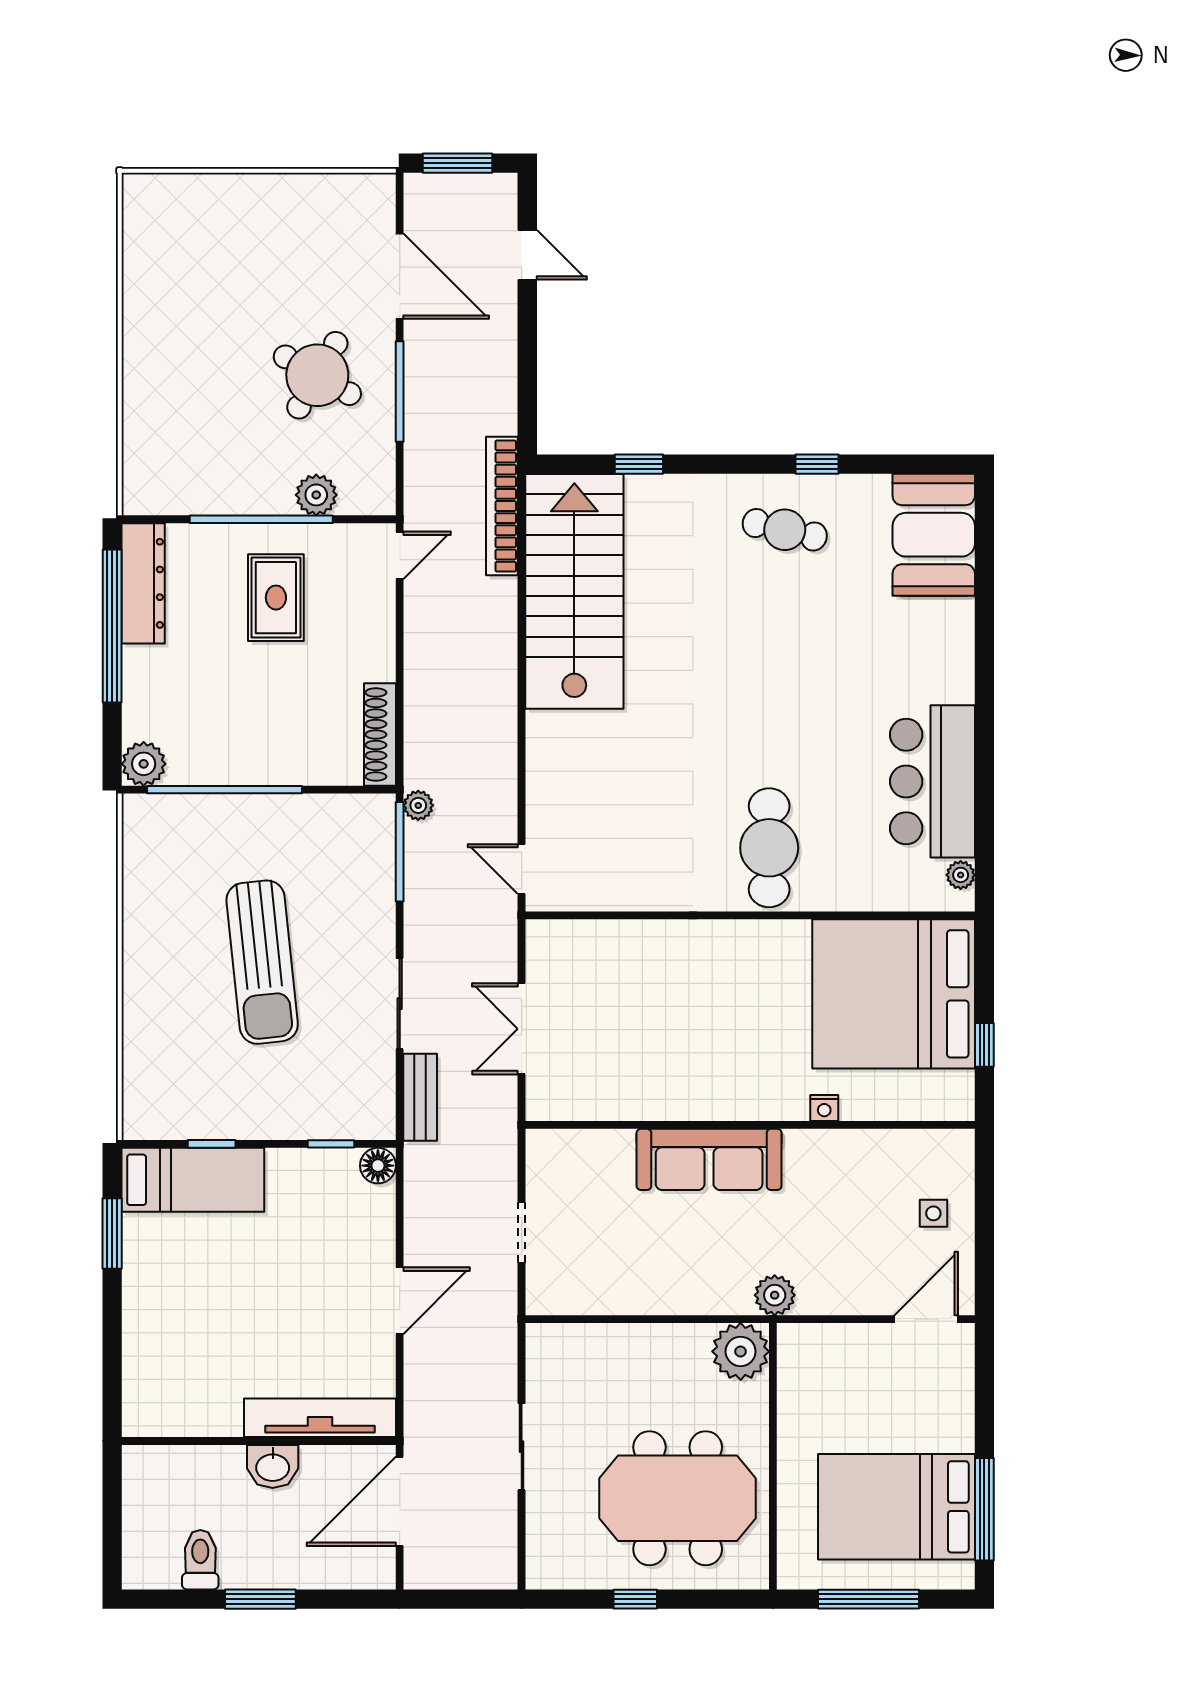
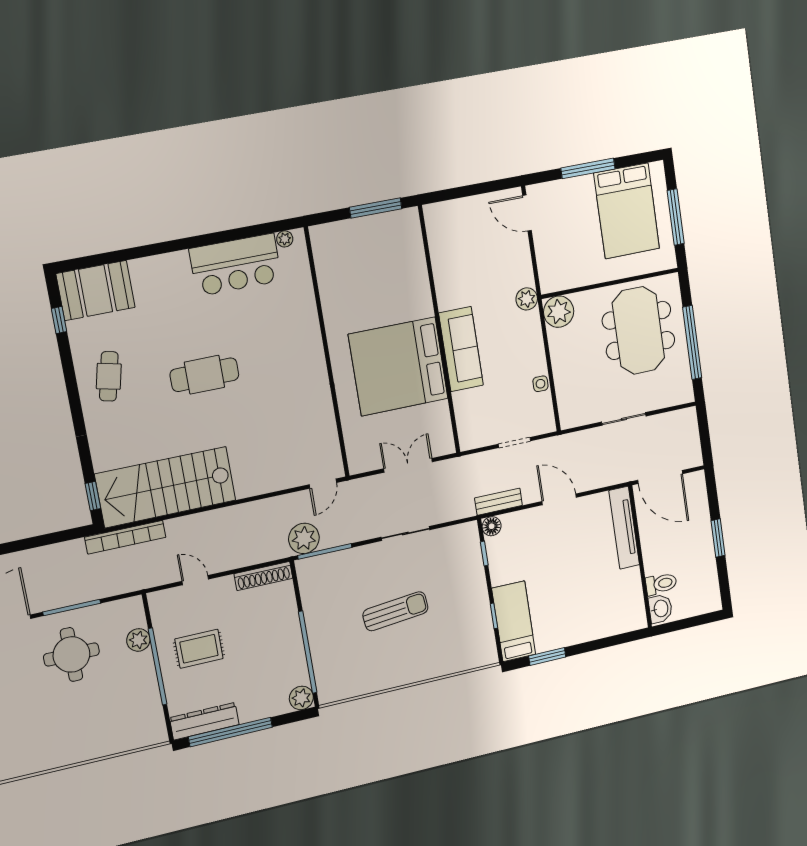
round table: (317, 375) -> (71, 654), turned -30
window: (639, 464) -> (93, 496), moved
window: (817, 464) -> (59, 320), moved
door: (400, 555) -> (195, 580), moved
plant: (418, 805) -> (304, 538), width x1.88, depth x1.88
cafe table: (769, 848) -> (204, 375), moved
sun lounger: (262, 962) -> (395, 611), width x0.73, depth x0.75
bed: (894, 994) -> (398, 366), moved, turned 90
double door: (522, 1029) -> (408, 465), swing flipped
window: (984, 1045) -> (376, 208), width x2.17
bench: (420, 1097) -> (499, 502), moved
nightstand: (824, 1108) -> (424, 291), removed
side table: (933, 1213) -> (540, 384), moved
washbasin: (273, 1466) -> (660, 609), moved
window: (984, 1509) -> (588, 168), moved
toilet: (200, 1560) -> (661, 584), moved, turned 180
window: (635, 1599) -> (692, 342), width x3.17

